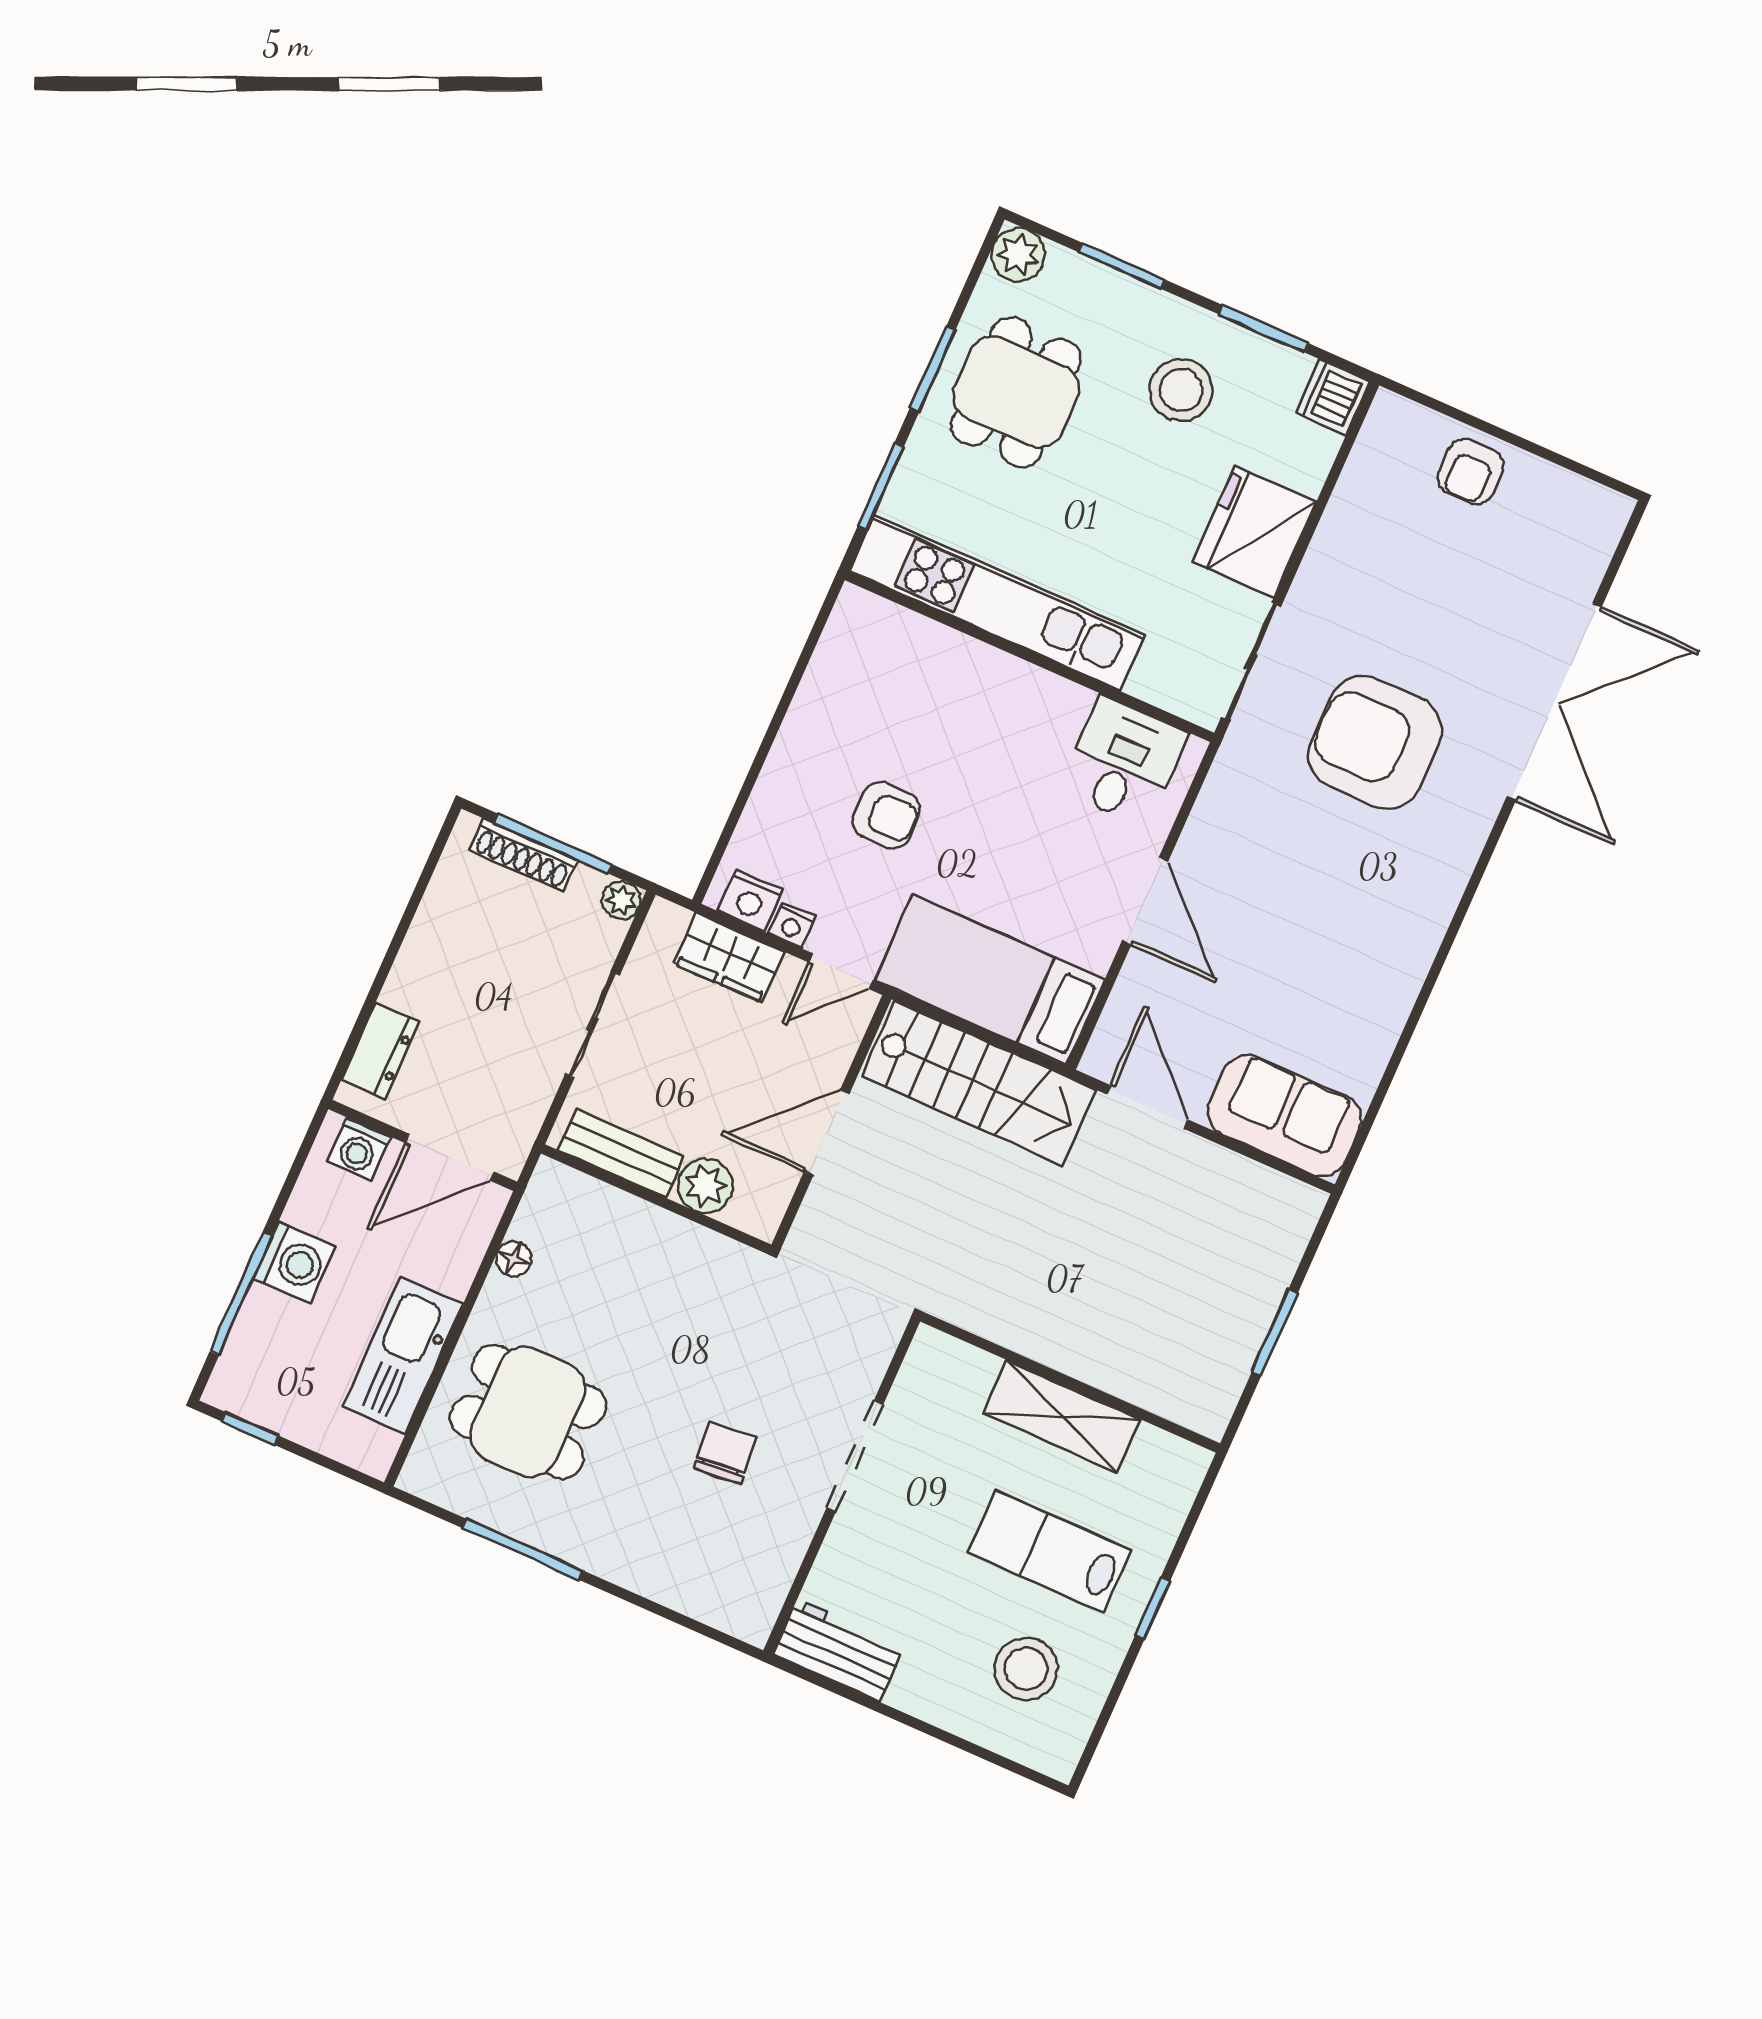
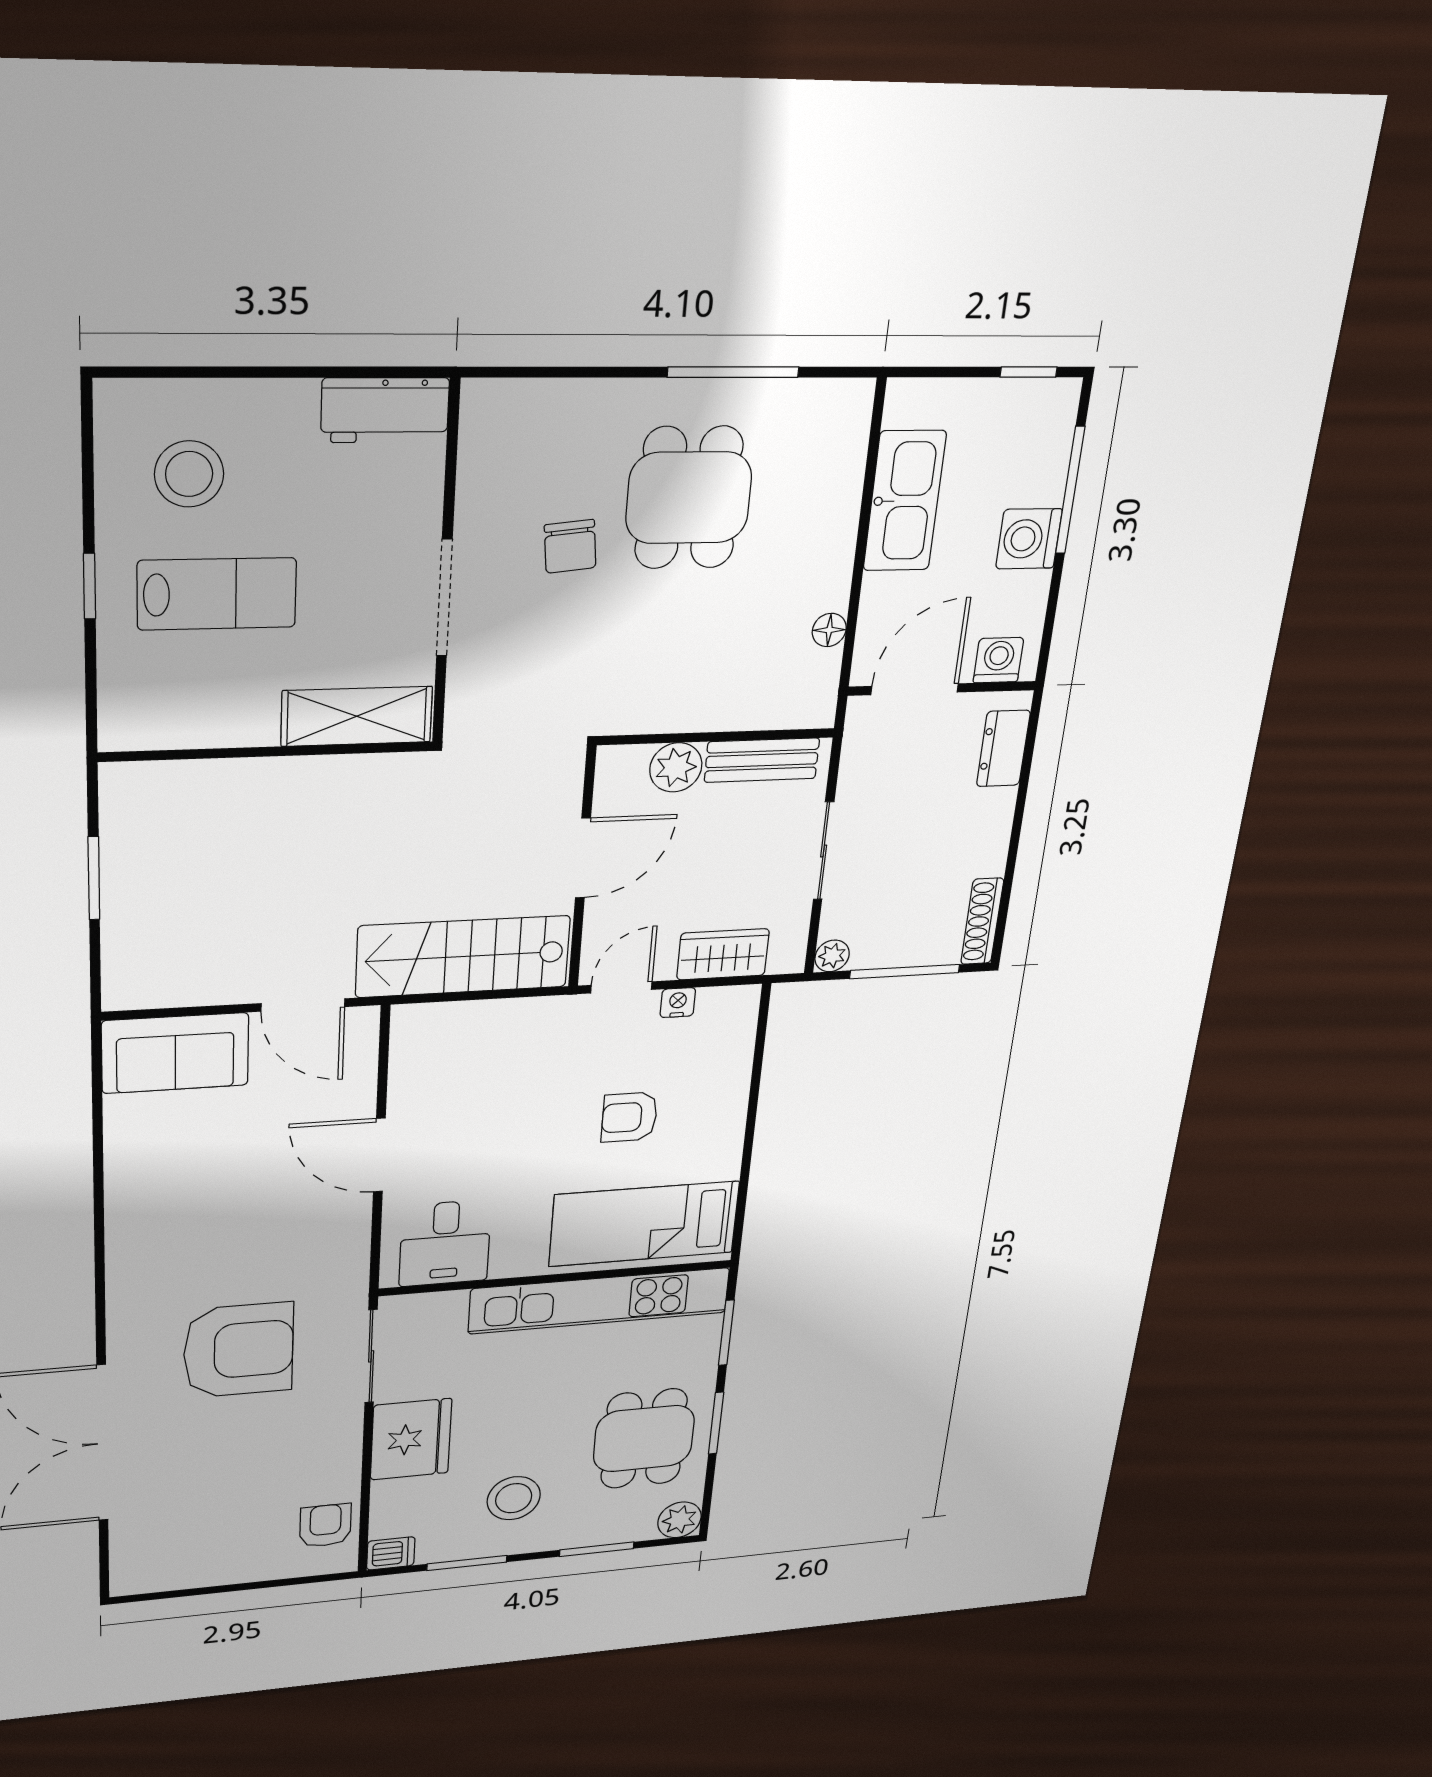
dishwasher: (1333, 397) -> (391, 1553), width x0.73
armchair: (1471, 472) -> (325, 1526), moved
shoe rack: (523, 855) -> (982, 921), moved, turned -90
nightstand: (751, 900) -> (721, 1005), removed
bed: (990, 980) -> (644, 1224), moved, turned 180
dining table: (528, 1412) -> (689, 498), moved, turned 90
shelving: (1062, 1416) -> (357, 716), moved

